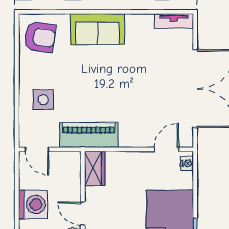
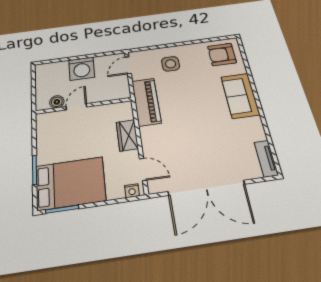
armchair: (40, 37) -> (222, 54), turned 82
wardrobe: (95, 168) -> (127, 135), moved, turned 90

